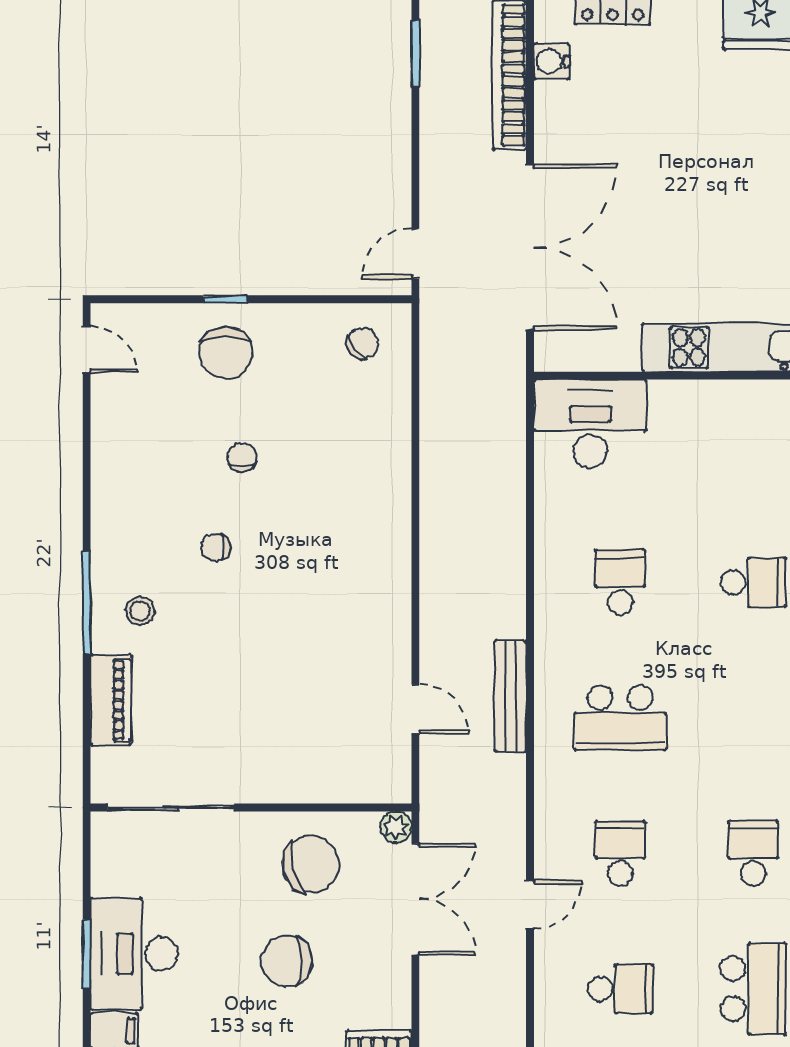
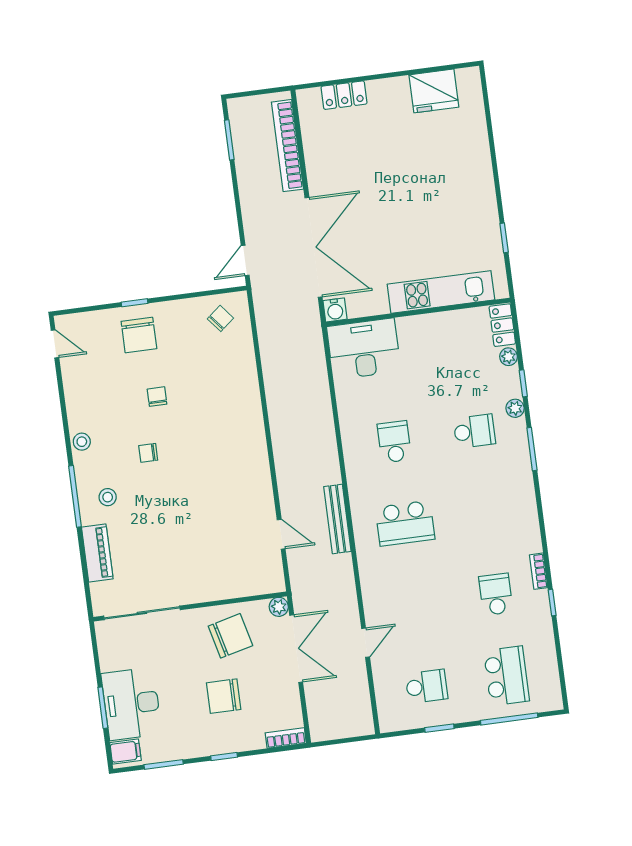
water cooler: (552, 61) -> (335, 310), moved, turned -90
stool: (110, 515) -> (82, 442), added
school desk: (620, 853) -> (416, 605), removed

